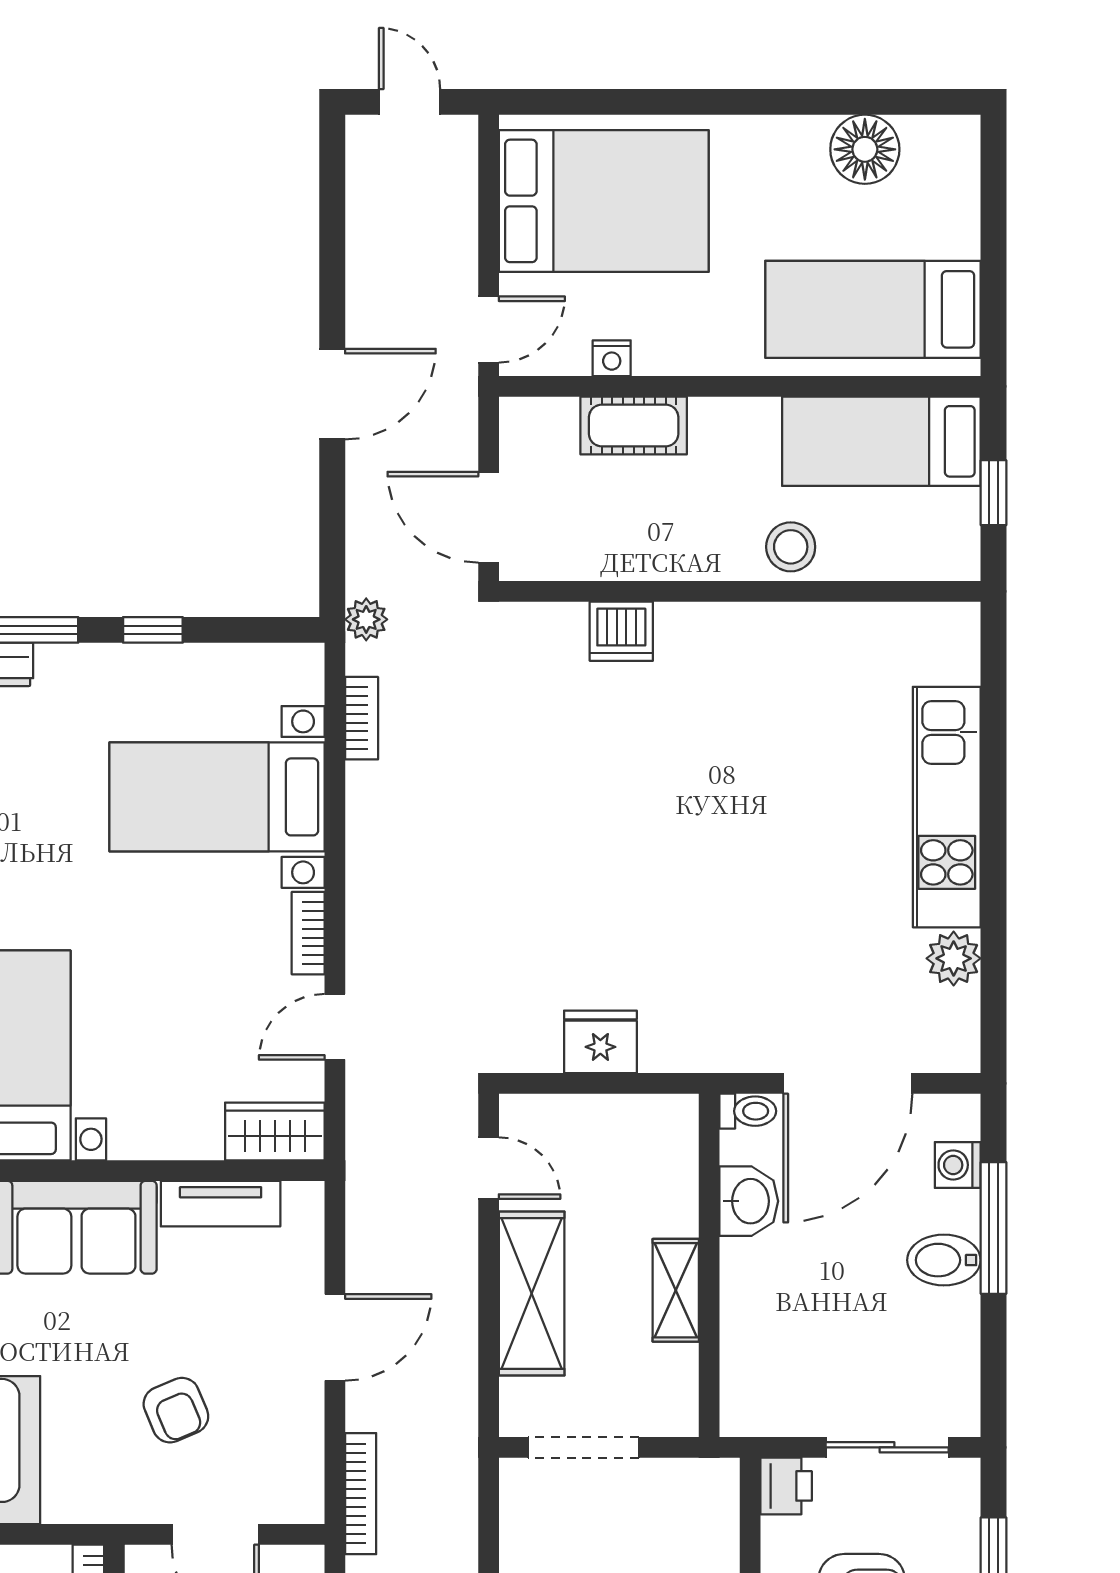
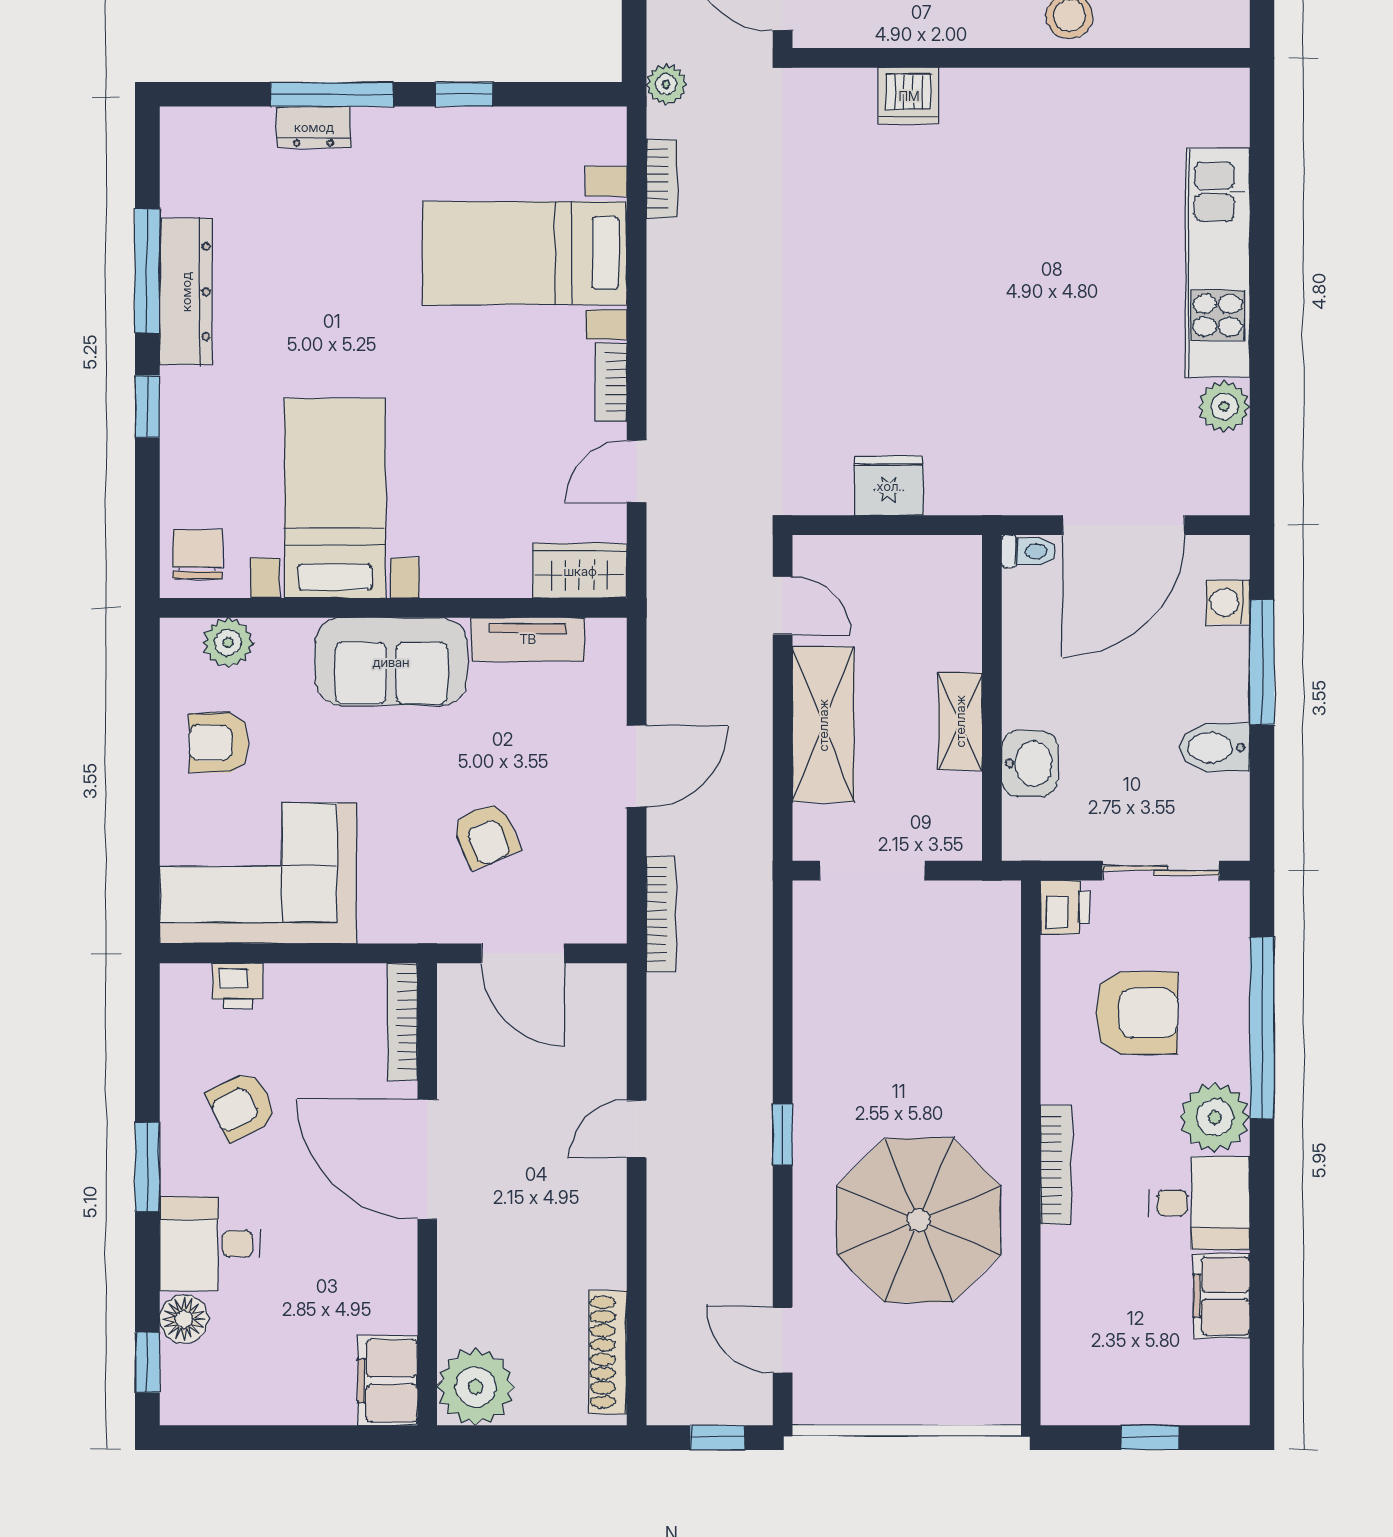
washbasin: (749, 1201) -> (1030, 764), moved
bidet: (944, 1260) -> (1215, 747), moved

